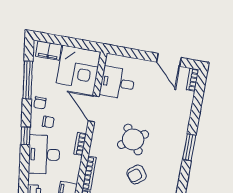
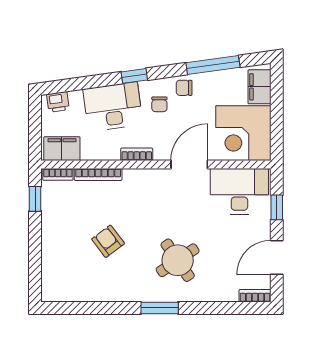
window: (134, 54) -> (277, 207), added
desk: (117, 83) -> (239, 191), width x1.37
round table: (133, 139) -> (178, 260), moved

